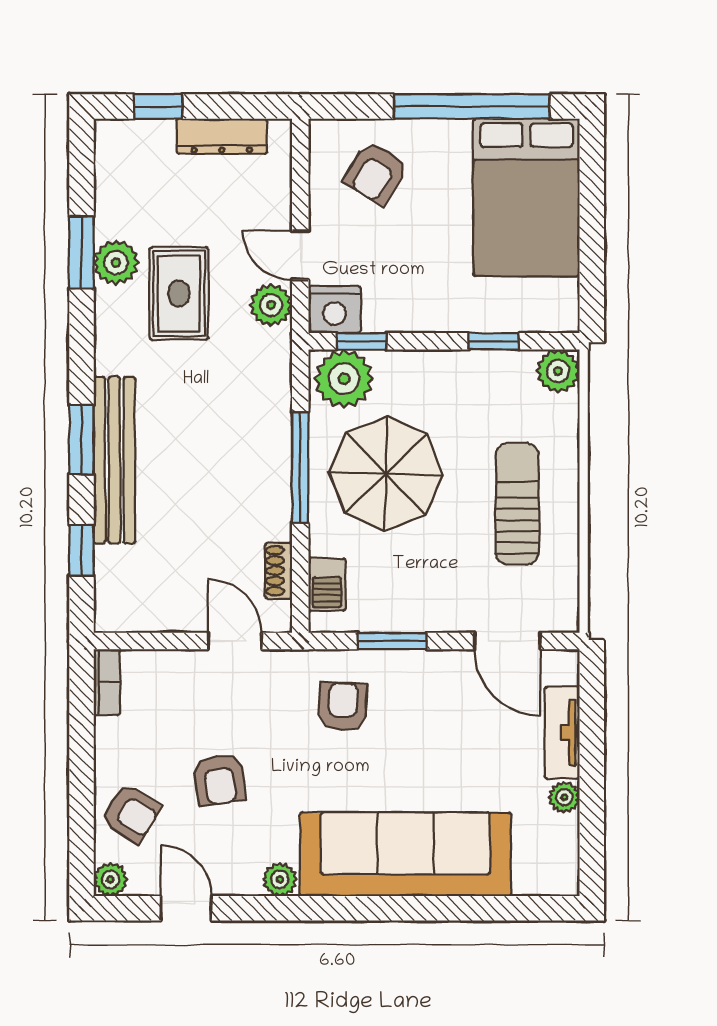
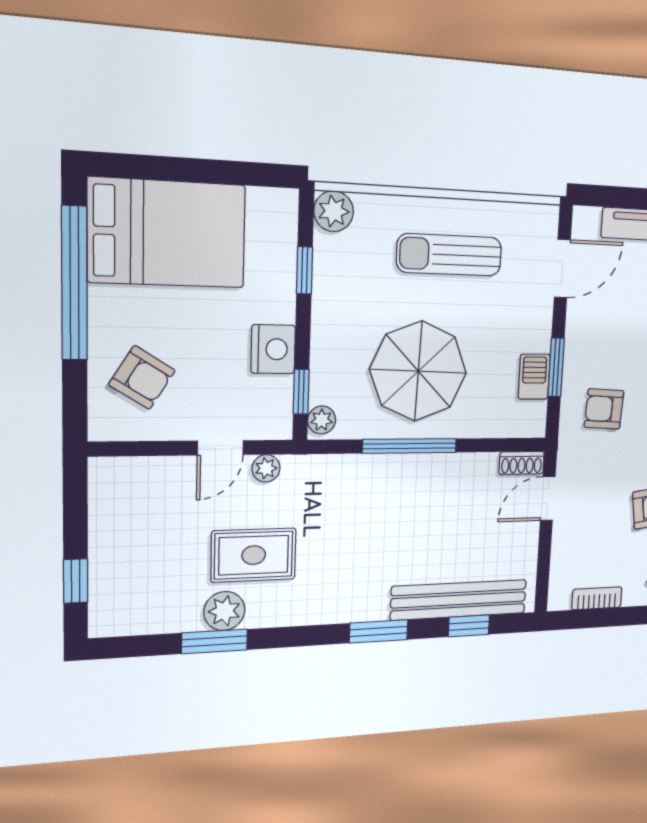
dresser: (222, 136) -> (105, 522), removed
plant: (271, 305) -> (266, 468), width x0.73, depth x0.73
nightstand: (335, 310) -> (273, 349), moved
plant: (344, 379) -> (322, 420), width x0.53, depth x0.53
bench: (114, 460) -> (459, 600), moved
shoe rack: (279, 571) -> (522, 463), moved
barbecue: (327, 584) -> (534, 377), moved, turned -90
bookcase: (107, 682) -> (597, 598), moved

